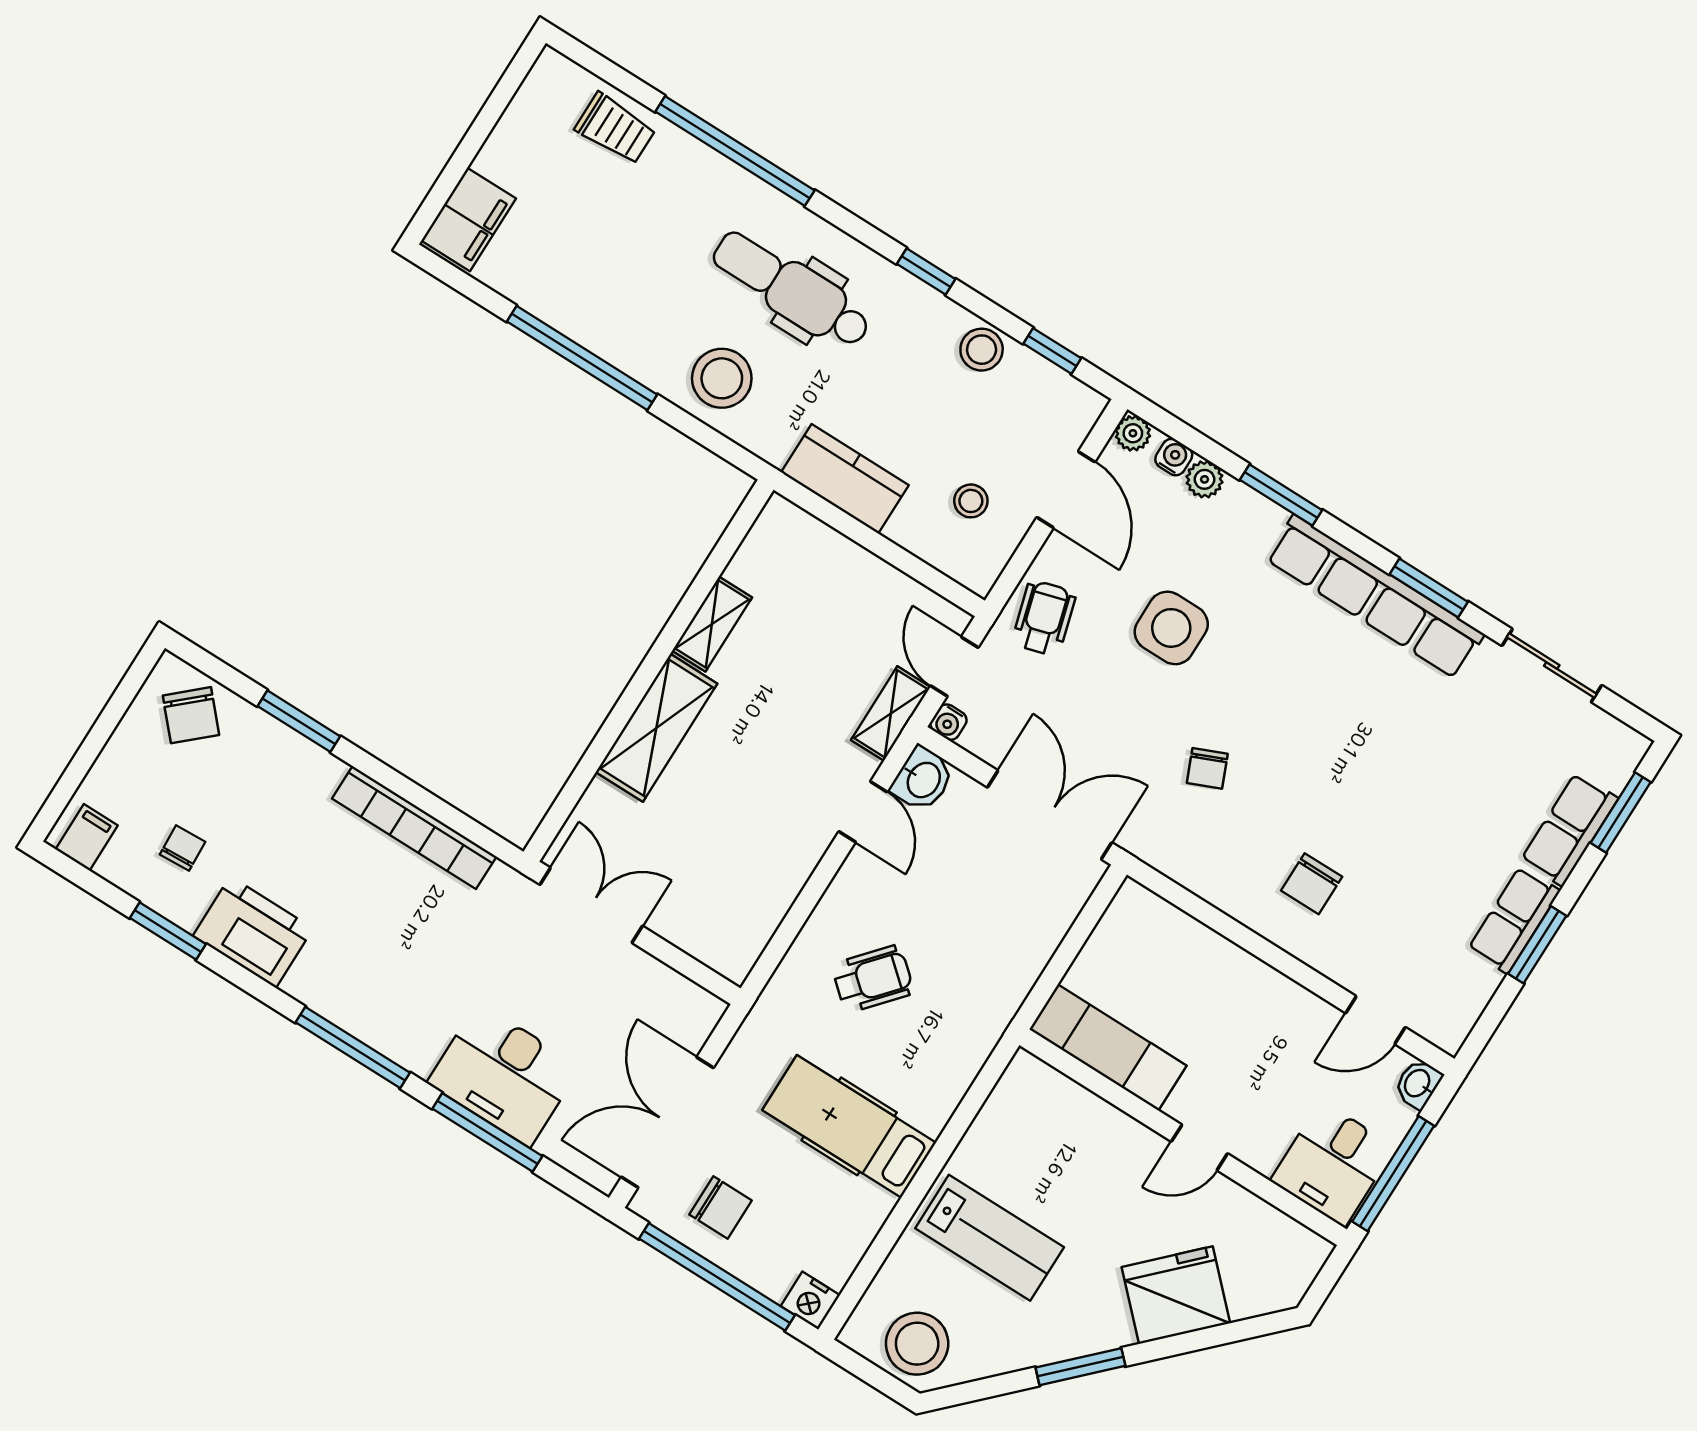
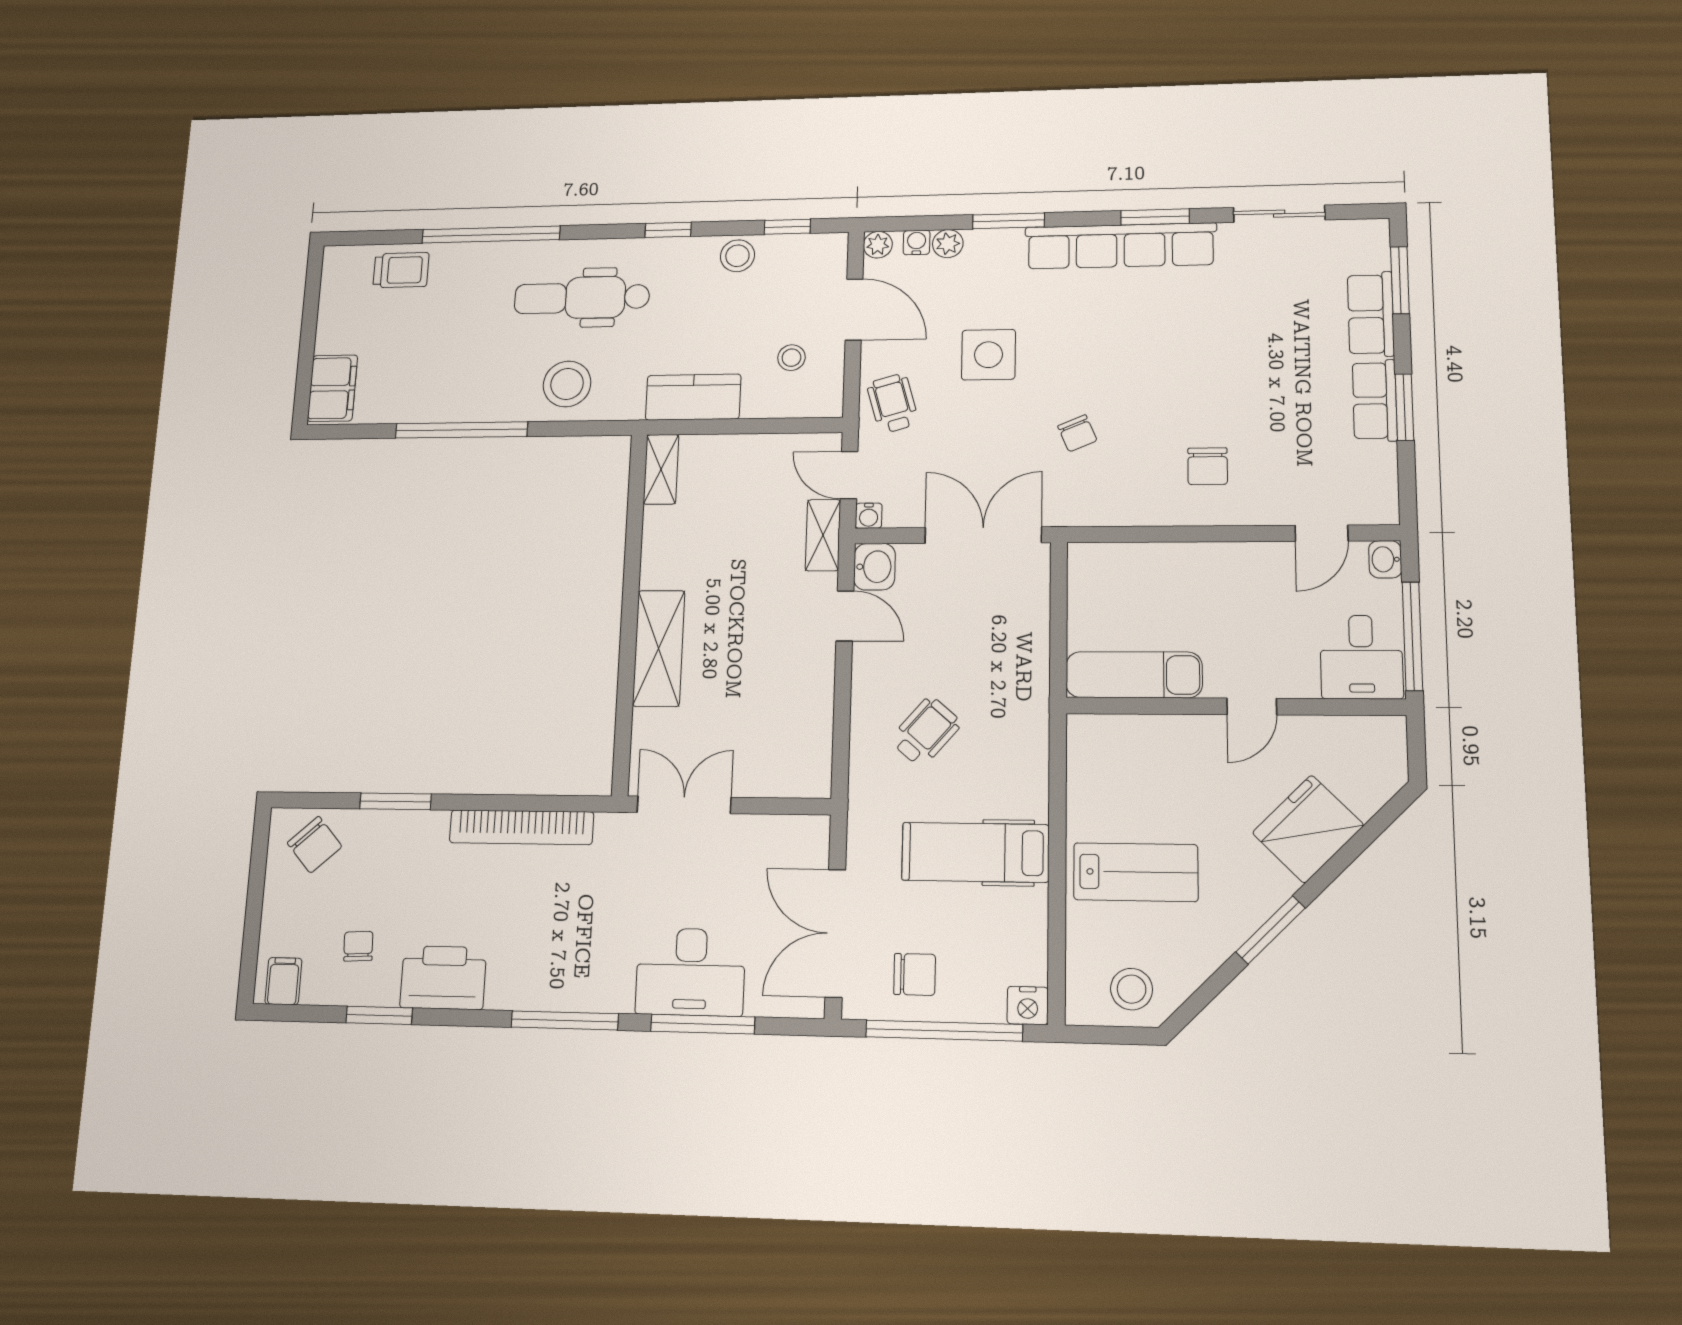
shelving: (712, 624) -> (661, 469), moved
stool: (917, 1344) -> (1132, 989), width x0.73, depth x0.73

